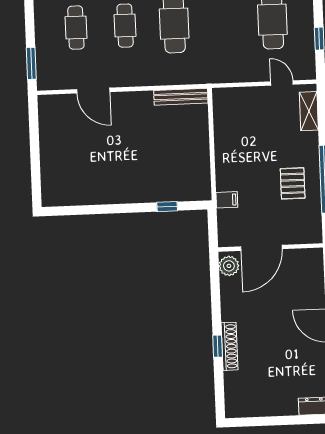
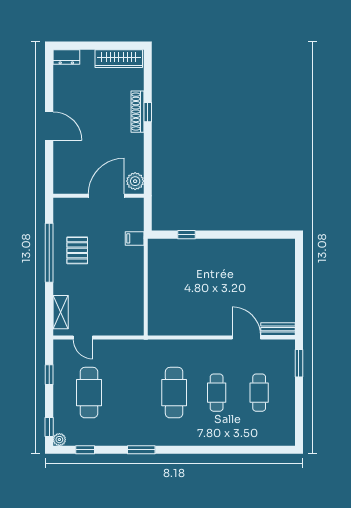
bench: (181, 97) -> (278, 329), moved, width x0.73
wardrobe: (253, 407) -> (119, 59), added

